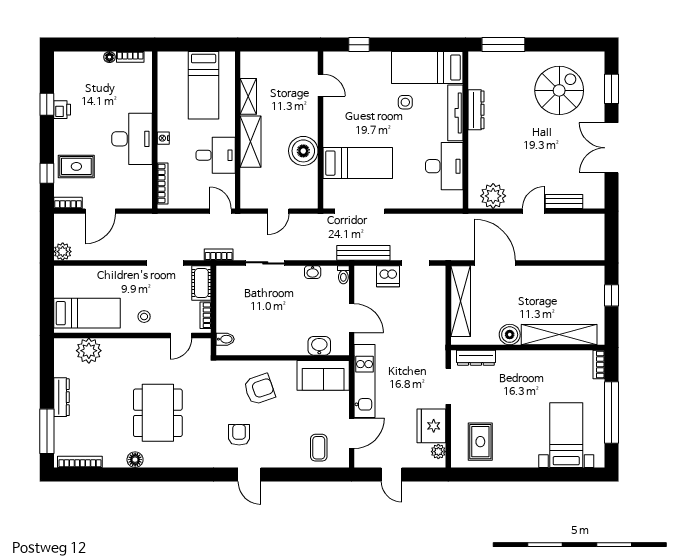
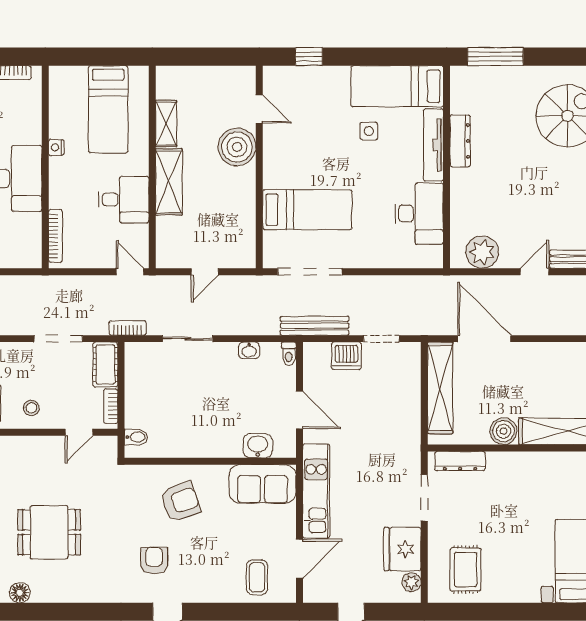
nightstand: (163, 138) -> (56, 147), moved
boiler: (303, 151) -> (237, 147), moved
dining table: (158, 413) -> (49, 532), width x0.73

